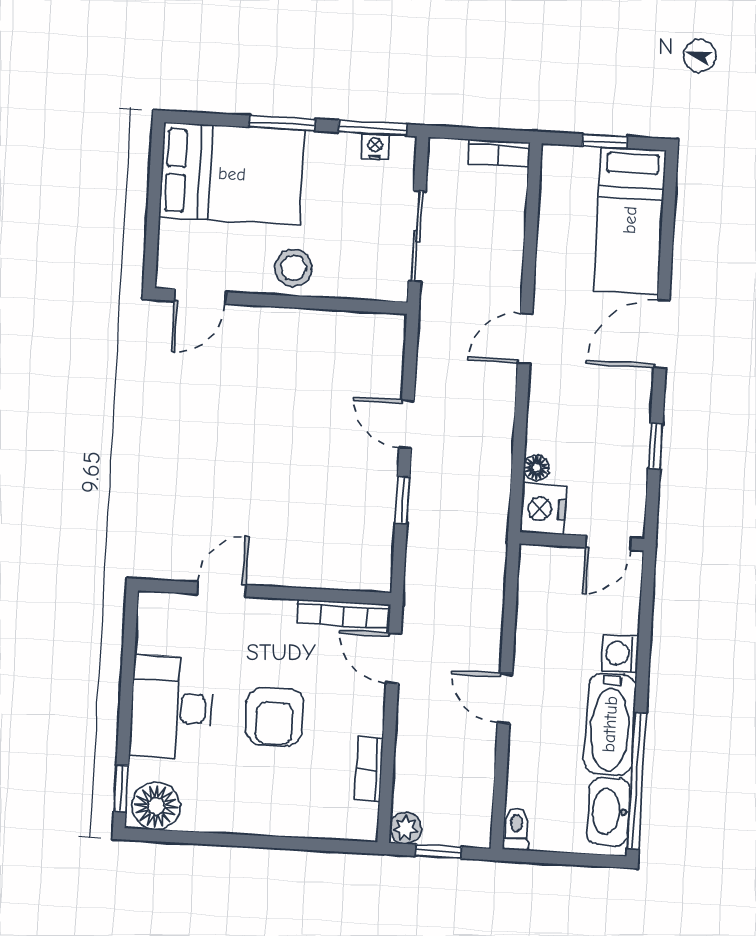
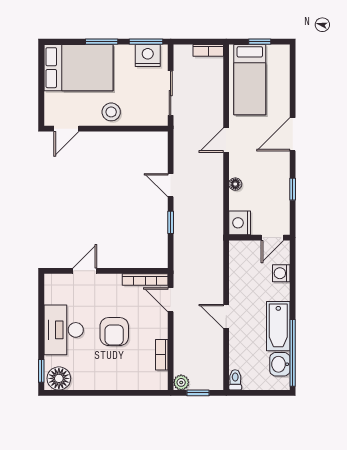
nightstand: (375, 147) -> (148, 56), width x1.89, depth x1.79
bed: (630, 220) -> (250, 80), moved
floor lamp: (536, 468) -> (235, 184), moved
washing machine: (620, 653) -> (281, 273), moved
washbasin: (609, 812) -> (280, 364), width x0.72

